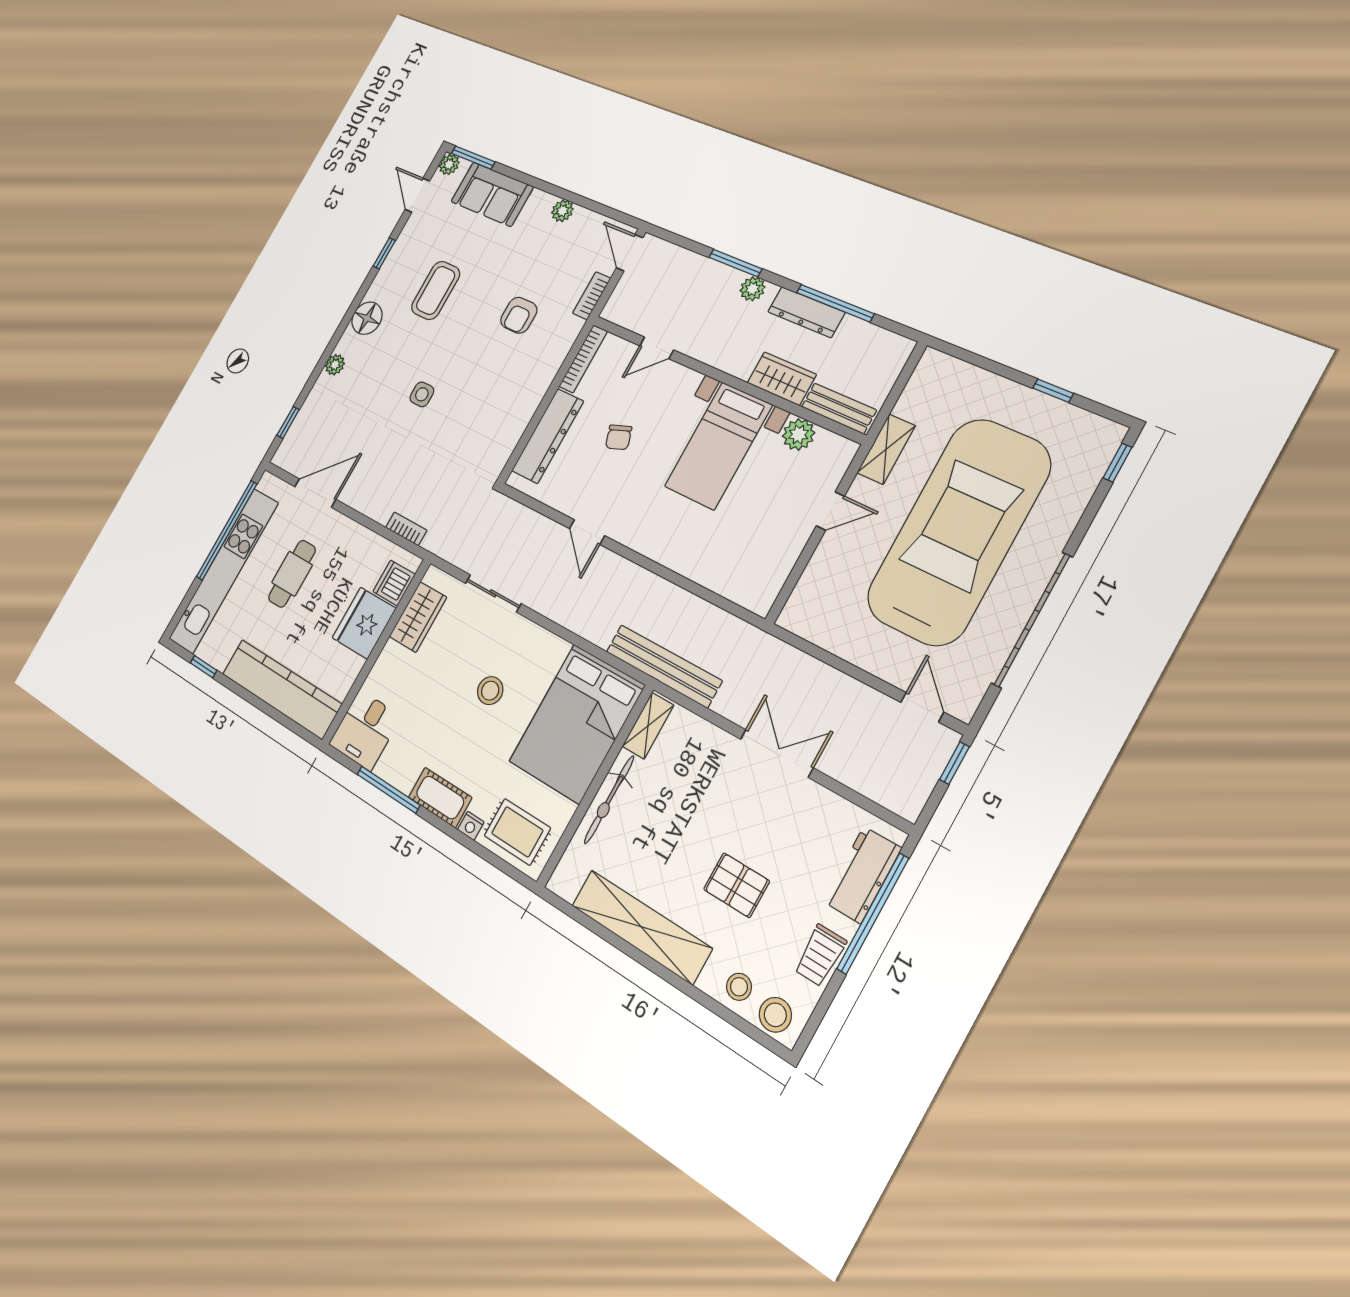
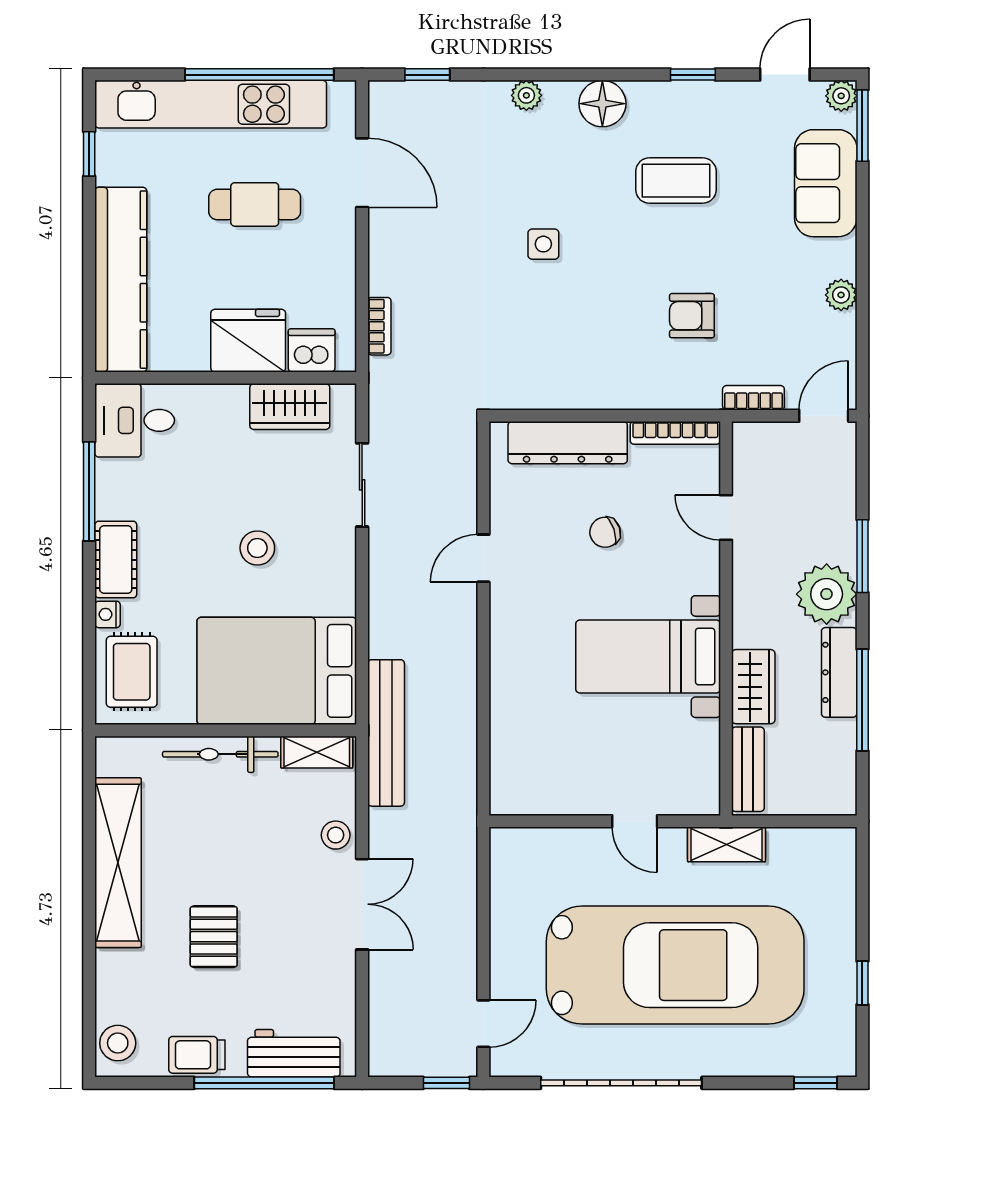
plant: (753, 289) -> (827, 594), width x1.87, depth x1.87
plant: (799, 434) -> (700, 740), removed
stool: (739, 987) -> (336, 835), moved

